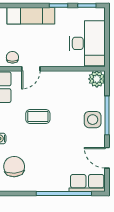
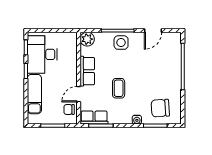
desk: (87, 43) -> (42, 54), moved, turned -90
door: (31, 69) -> (79, 94), swing flipped
row of seats: (87, 183) -> (87, 71), moved, turned 180

